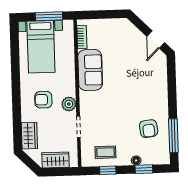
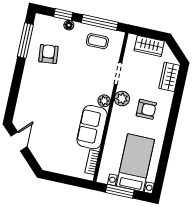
plant: (85, 98) -> (104, 101), added
window: (108, 170) -> (100, 23), width x2.17

